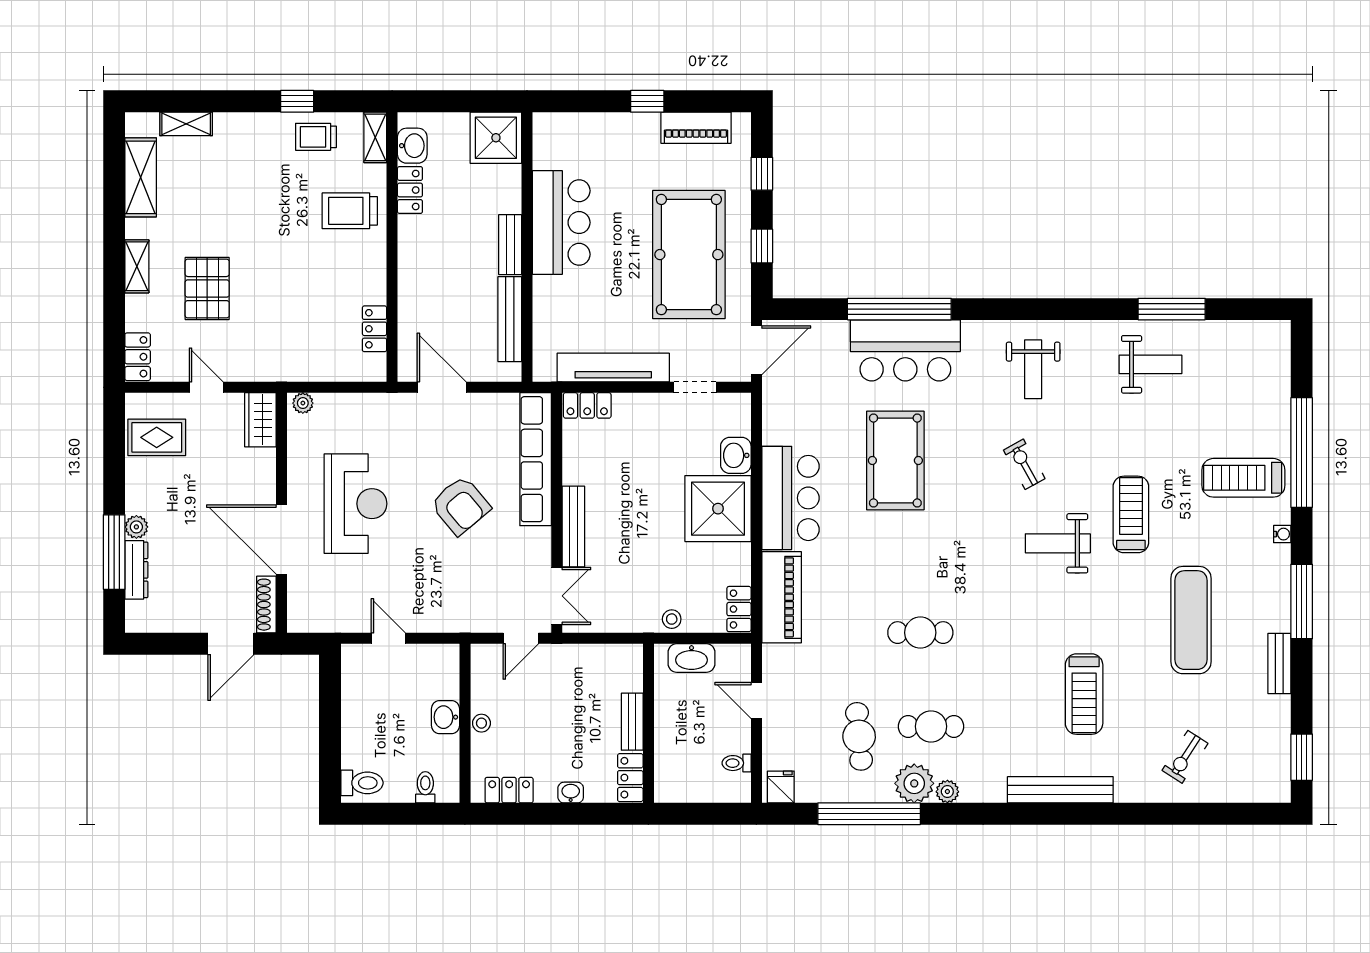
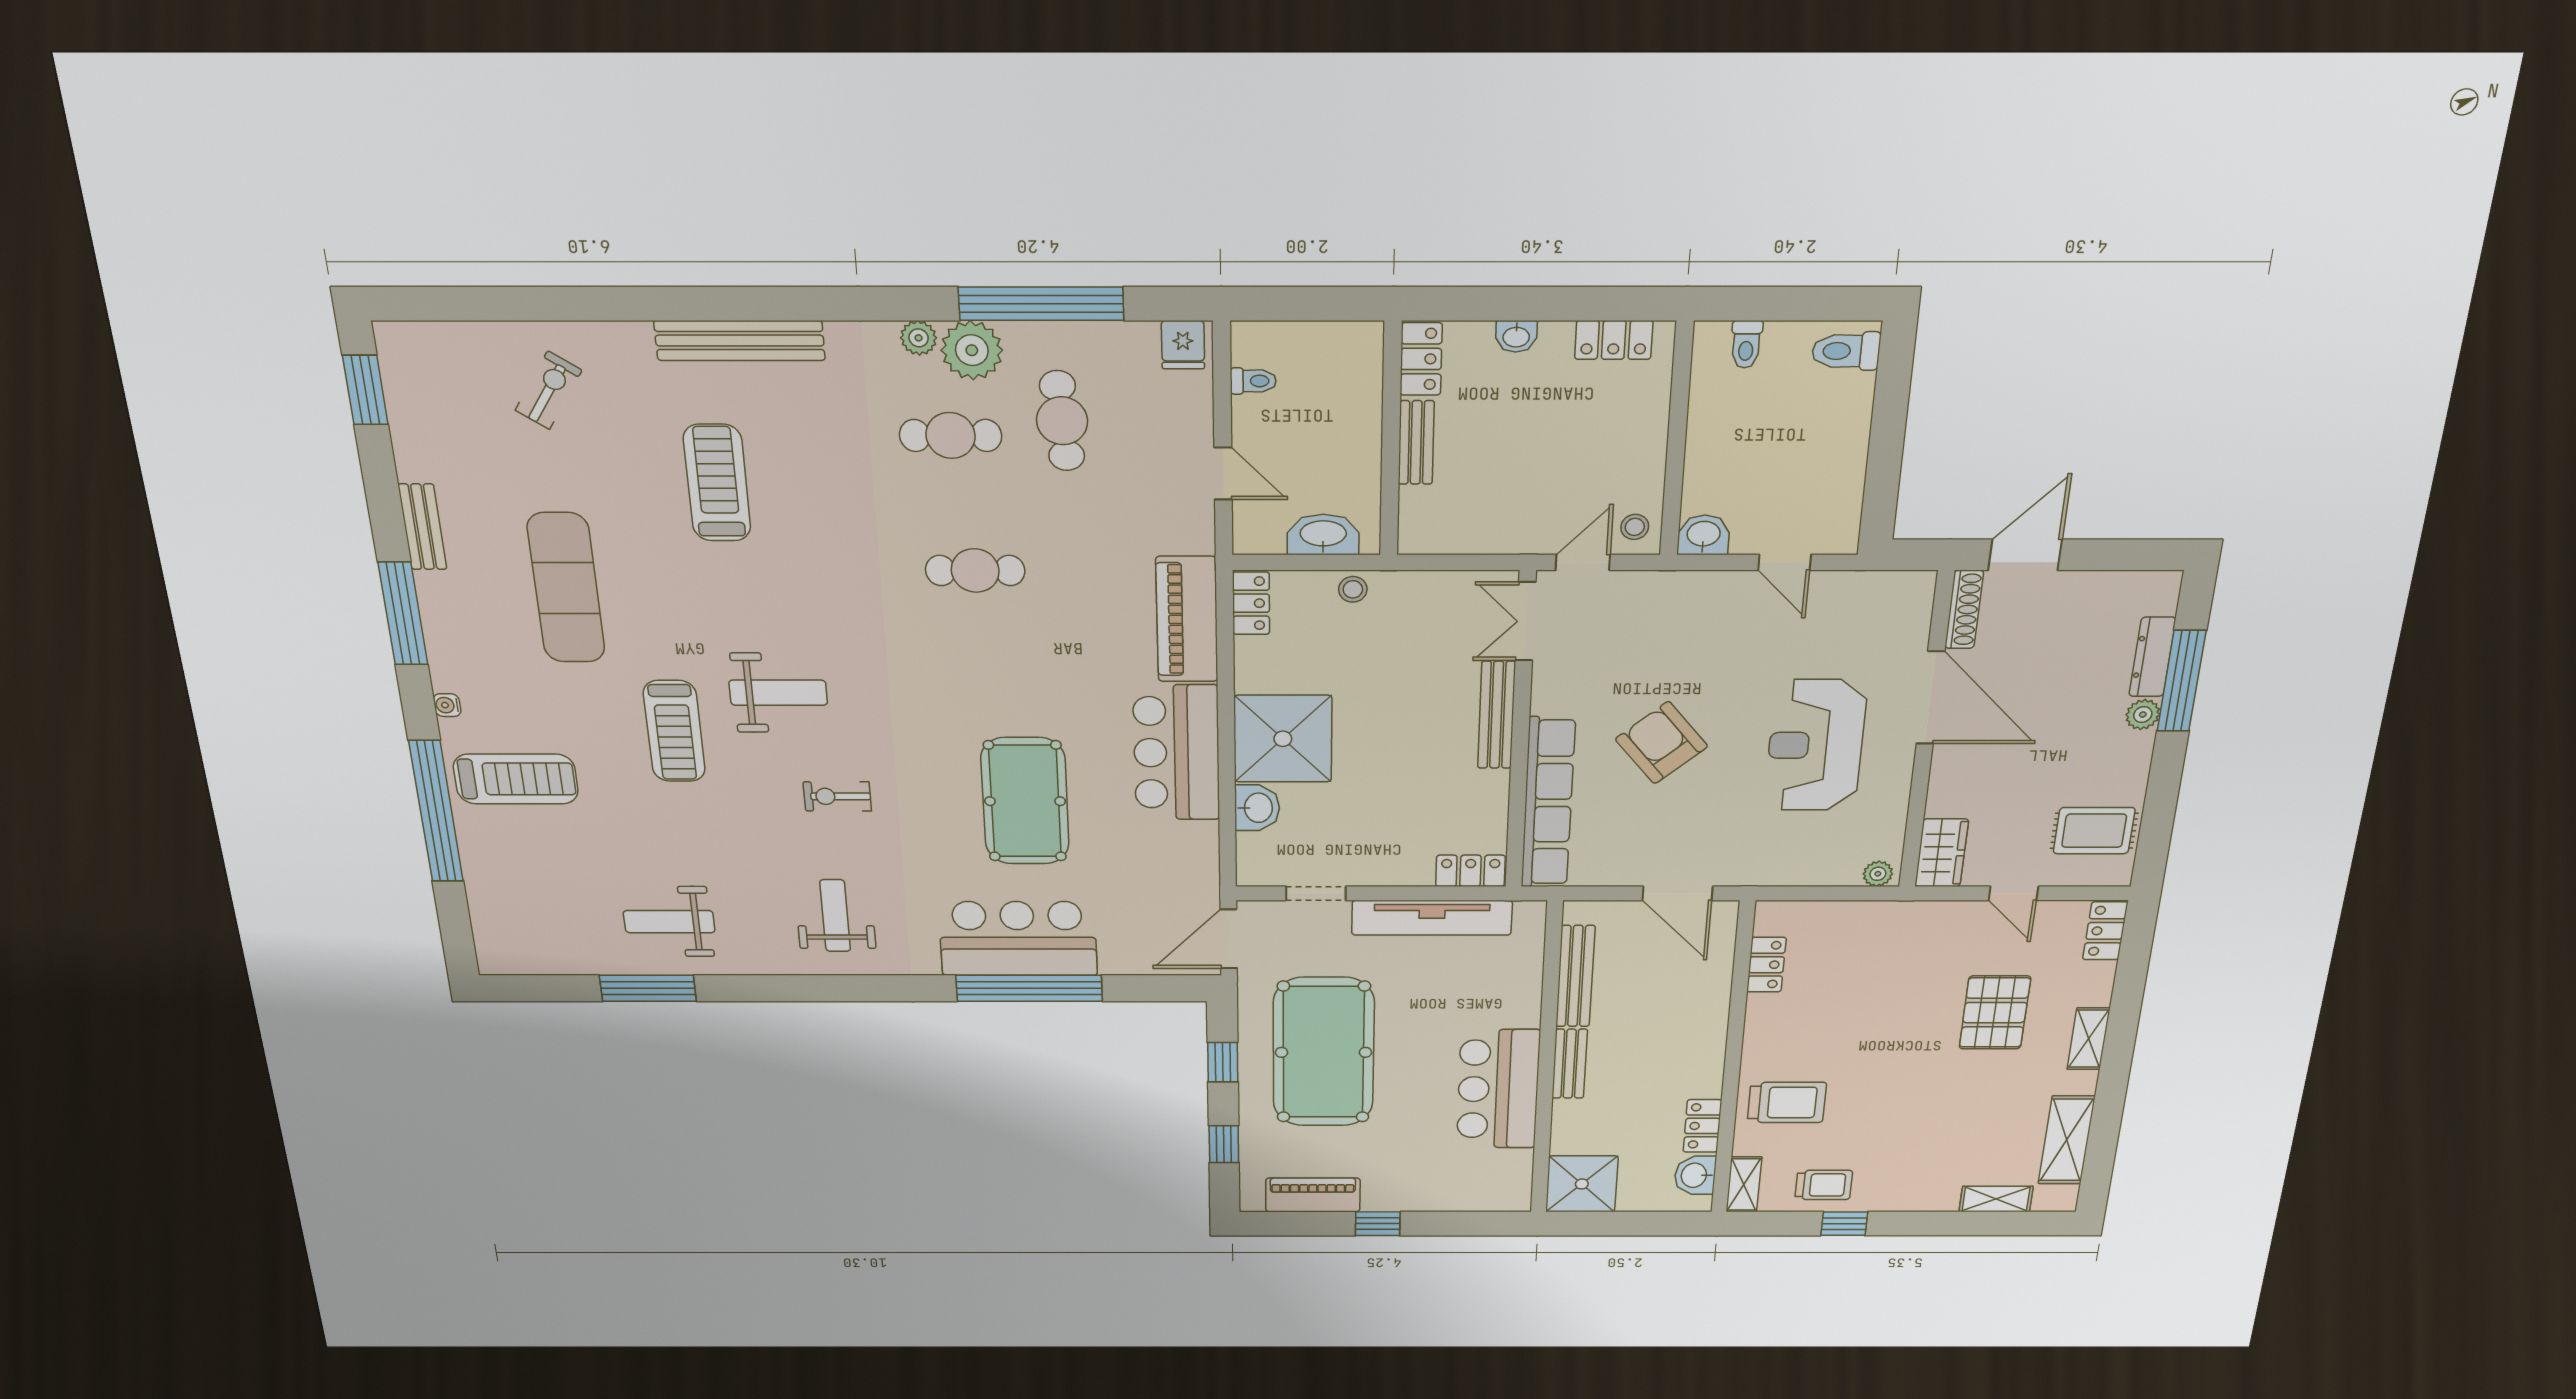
exercise bike: (1024, 464) -> (837, 796), turned 119
washbasin: (445, 717) -> (1703, 535), moved, turned -90
stool: (481, 723) -> (1635, 527), moved

